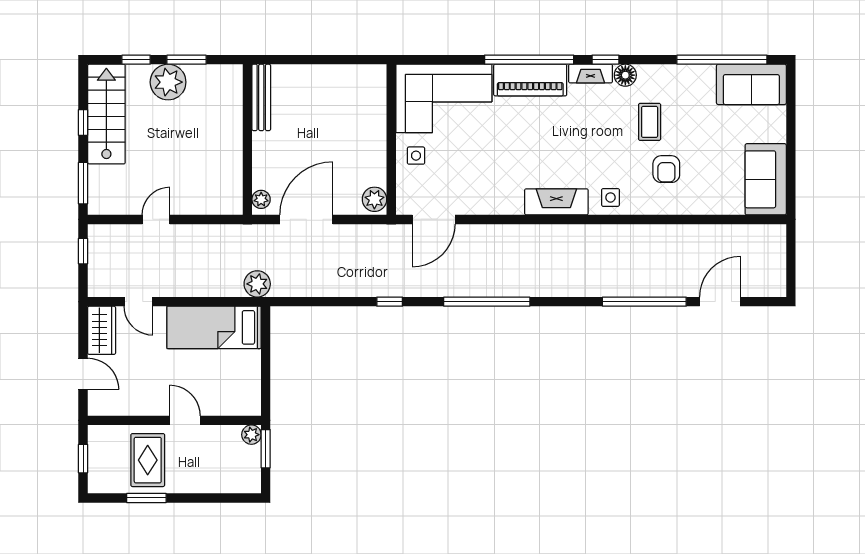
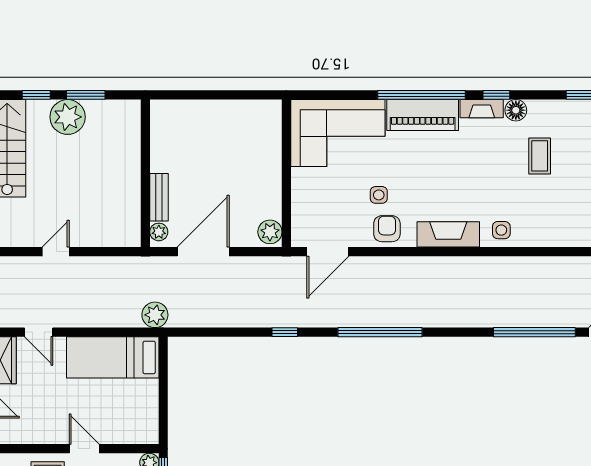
bench: (261, 97) -> (159, 197), moved, width x0.73
side table: (416, 156) -> (379, 195), moved
armchair: (666, 169) -> (387, 229), moved, turned 180

